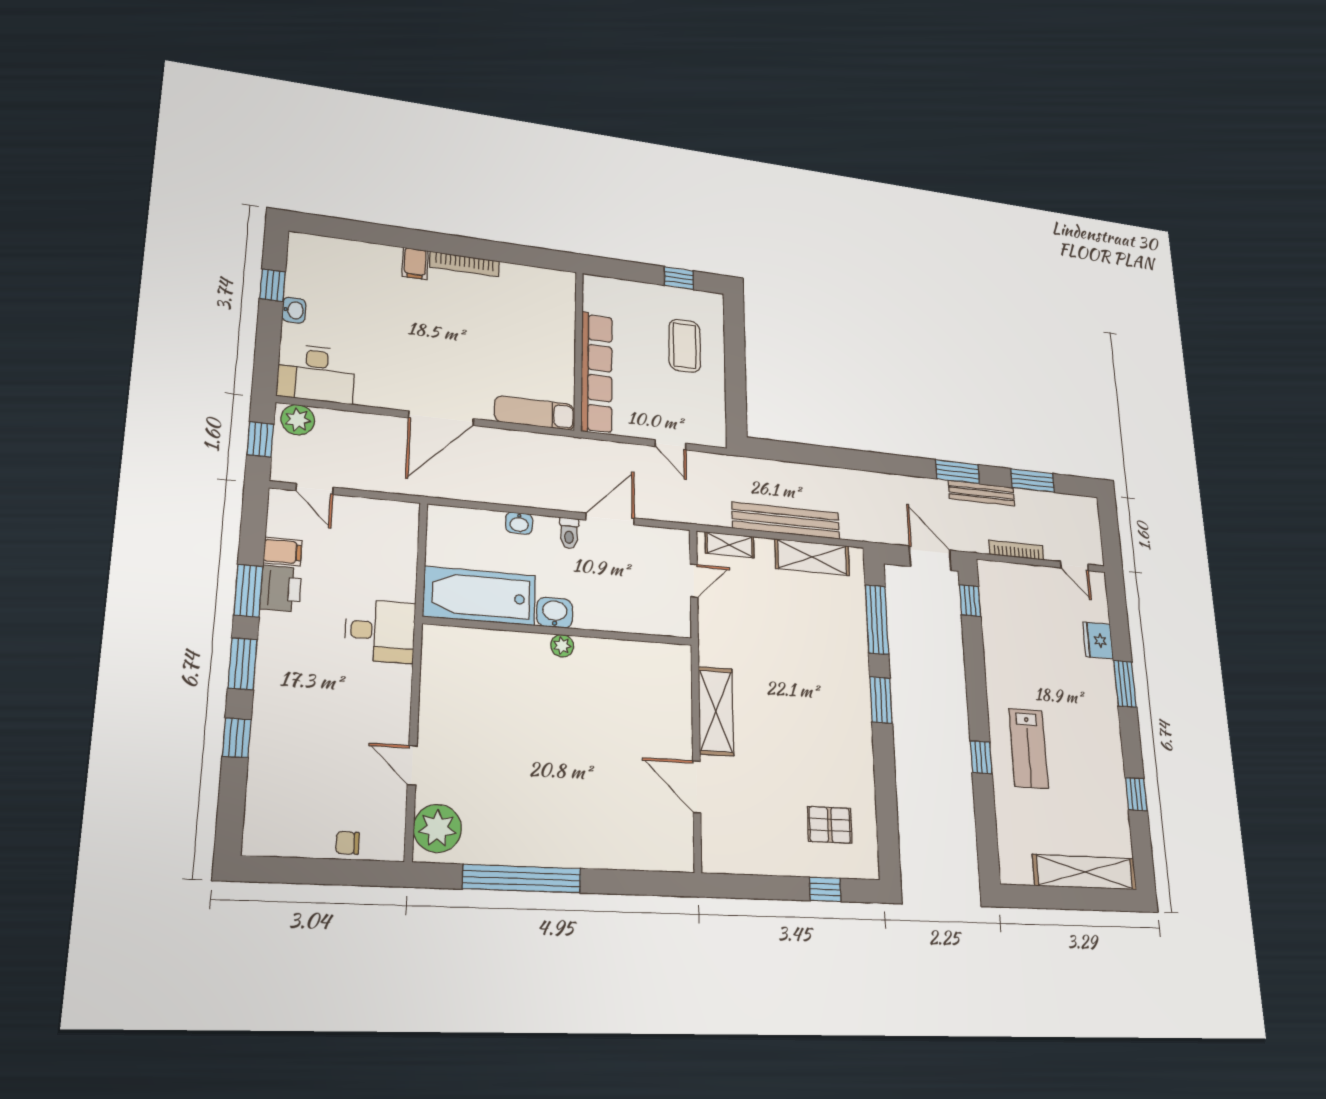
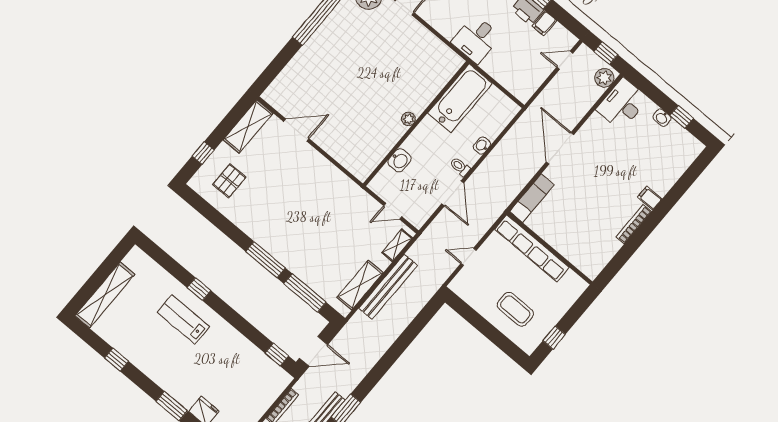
door: (694, 581) -> (393, 211), hinge flipped
washbasin: (555, 613) -> (399, 160), moved
window: (881, 700) -> (265, 260), width x1.44
shelving: (716, 711) -> (248, 126), moved, turned 90

